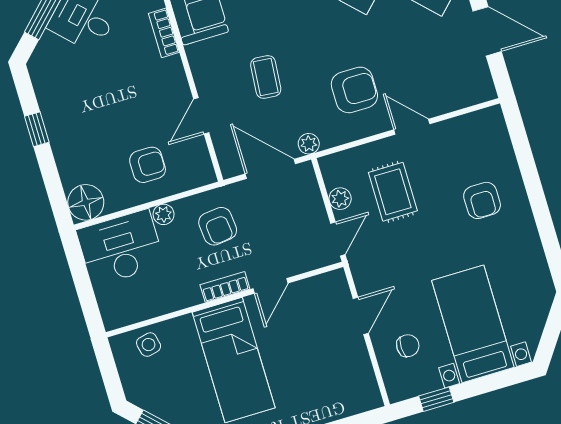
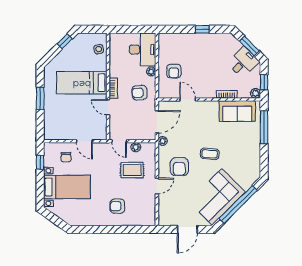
coffee table: (266, 77) -> (210, 154), moved
floor lamp: (86, 202) -> (166, 41), removed

